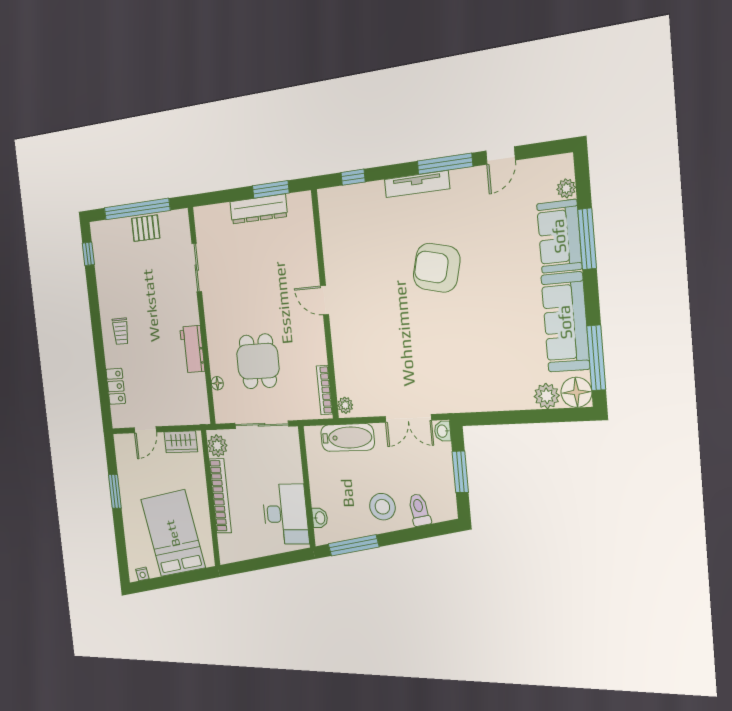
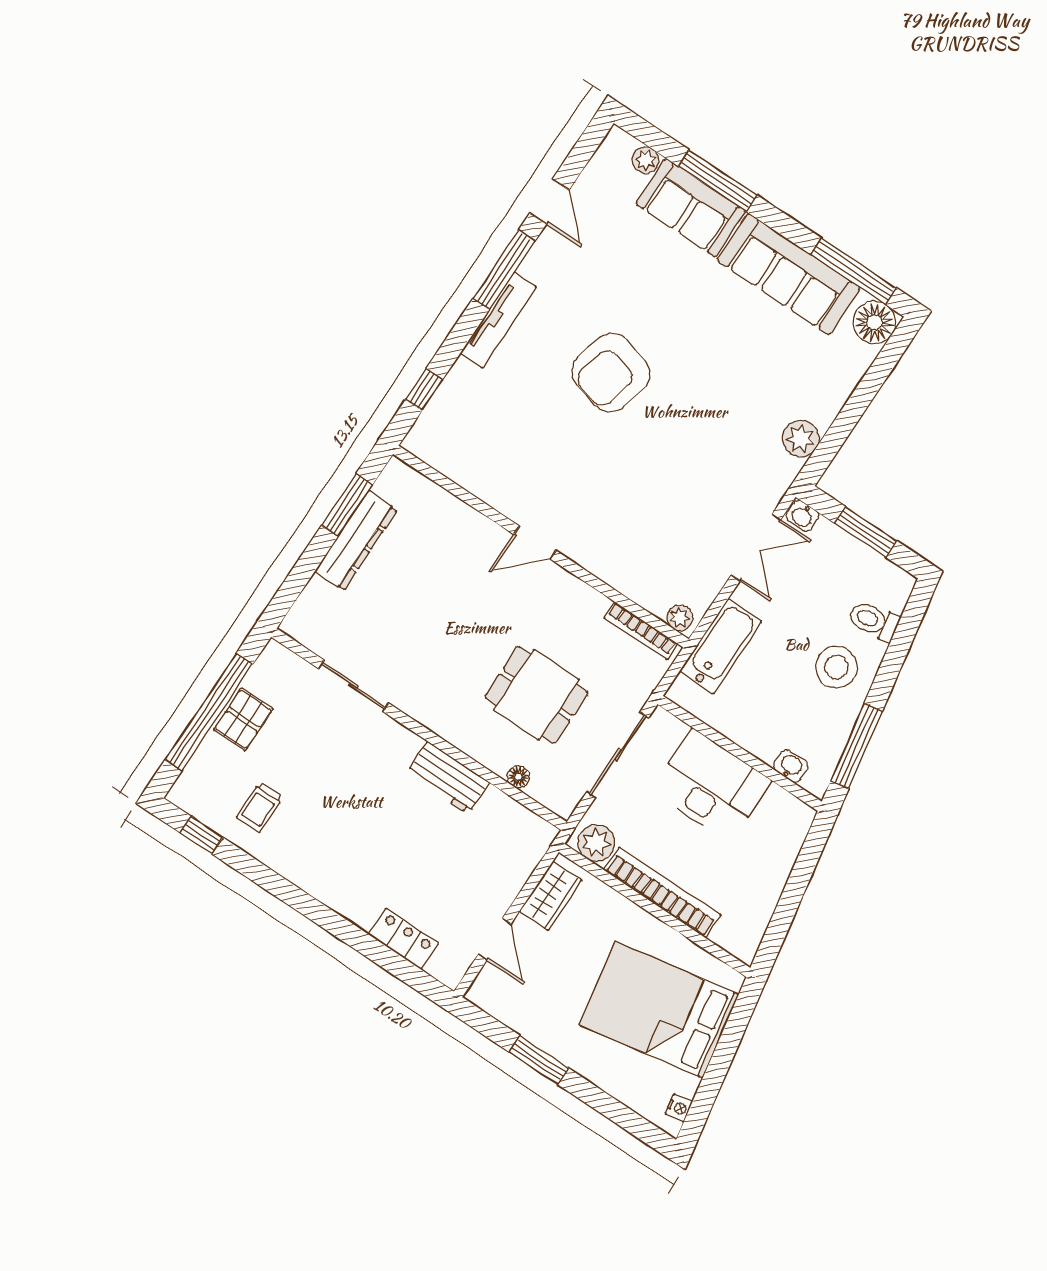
trolley: (121, 331) -> (260, 807), moved, turned 90
plant: (547, 396) -> (801, 439), moved
desk: (285, 514) -> (711, 785), moved

